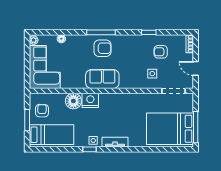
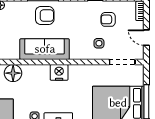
sofa: (102, 79) -> (45, 49), width x1.36
nightstand: (90, 100) -> (59, 72), moved

